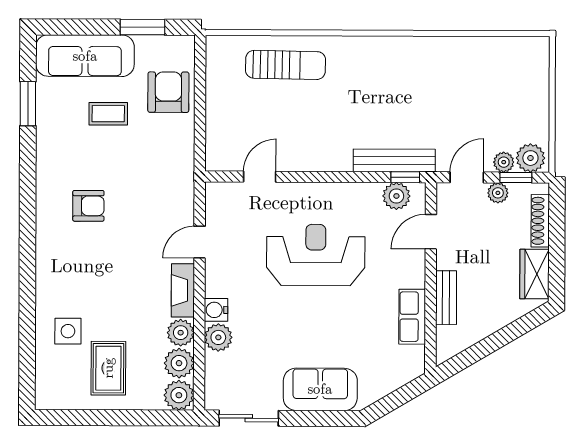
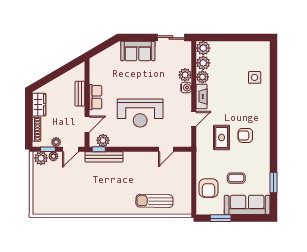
row of seats: (412, 317) -> (95, 97), moved
rug: (108, 368) -> (222, 137), moved

